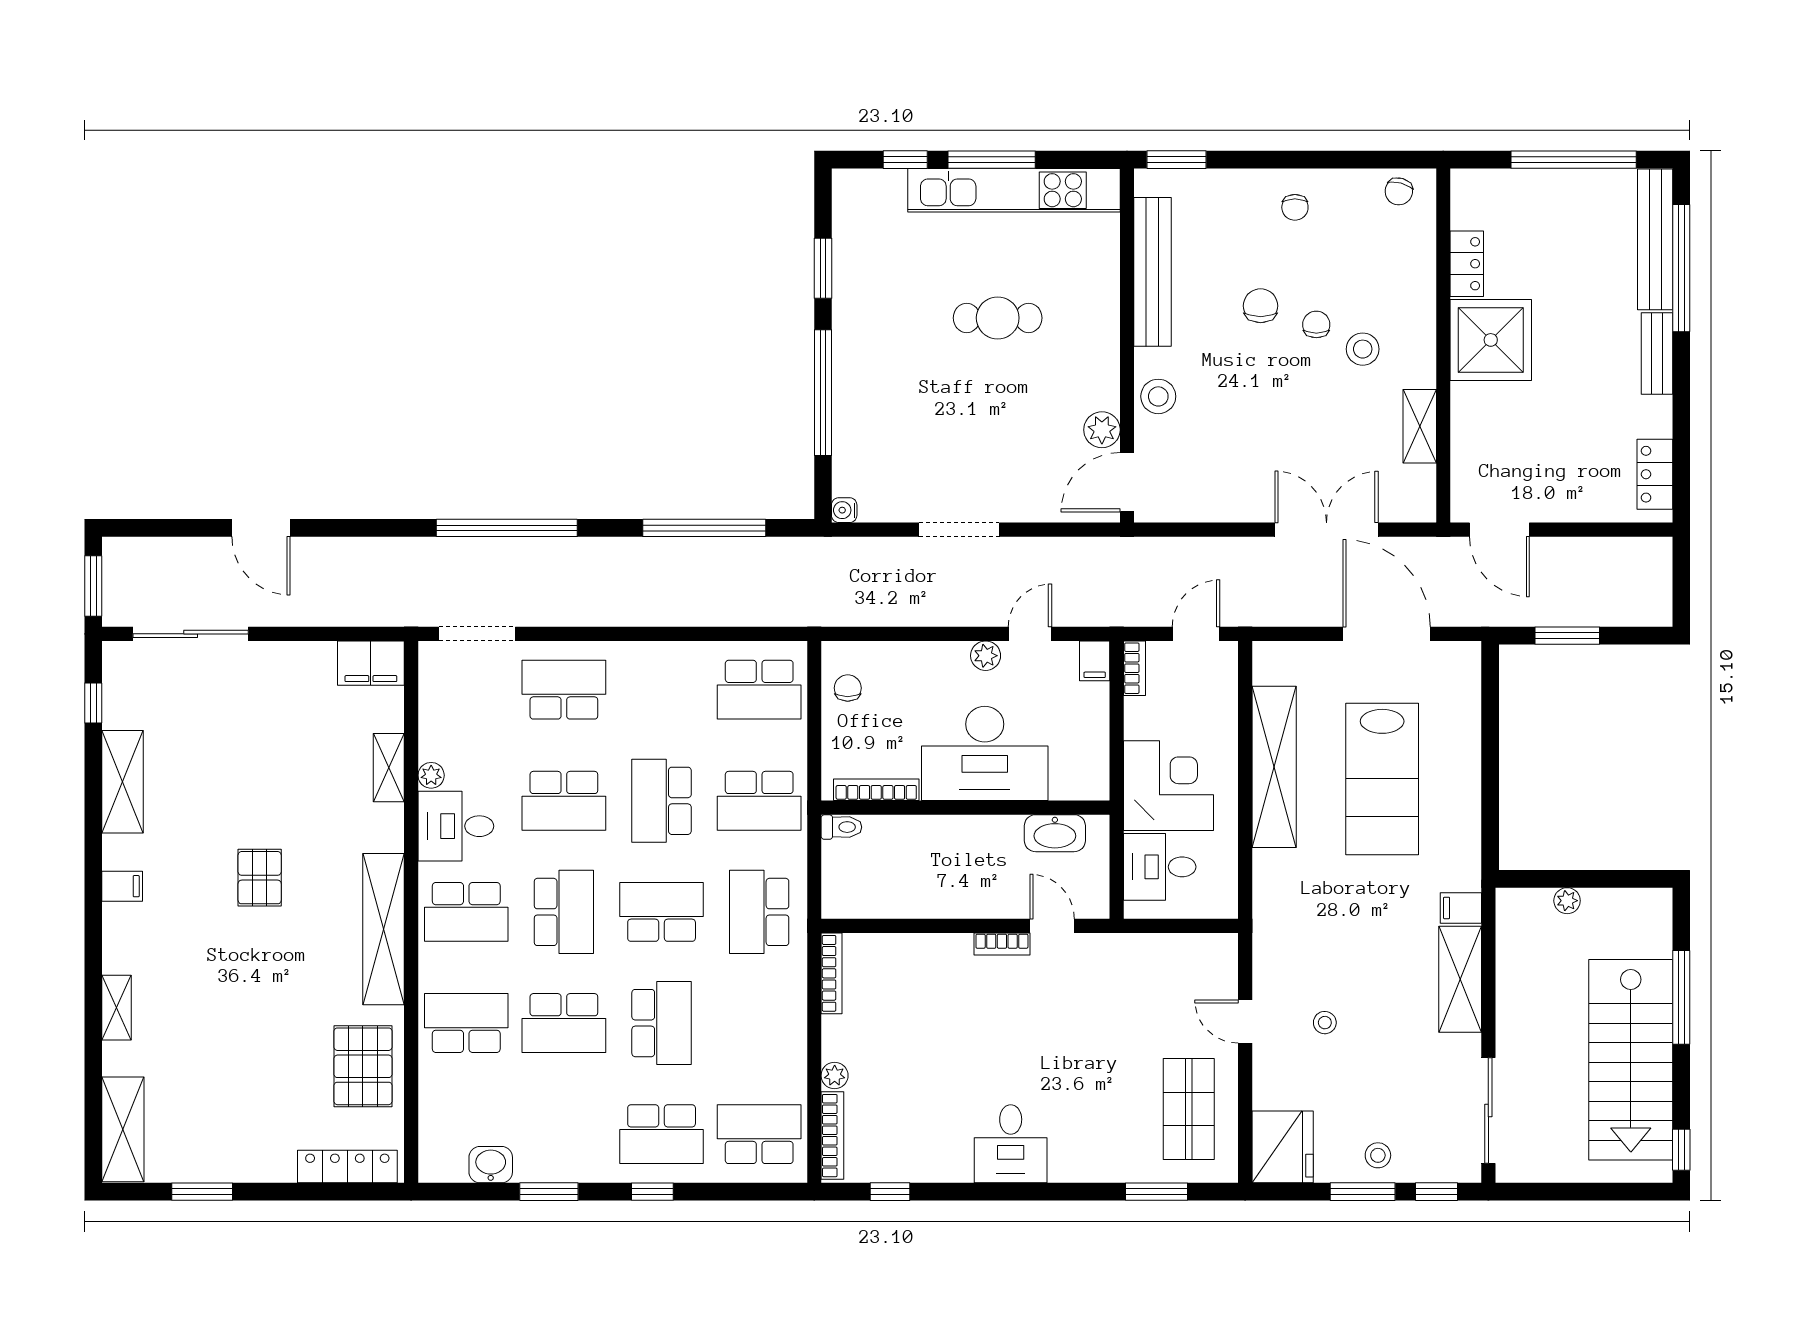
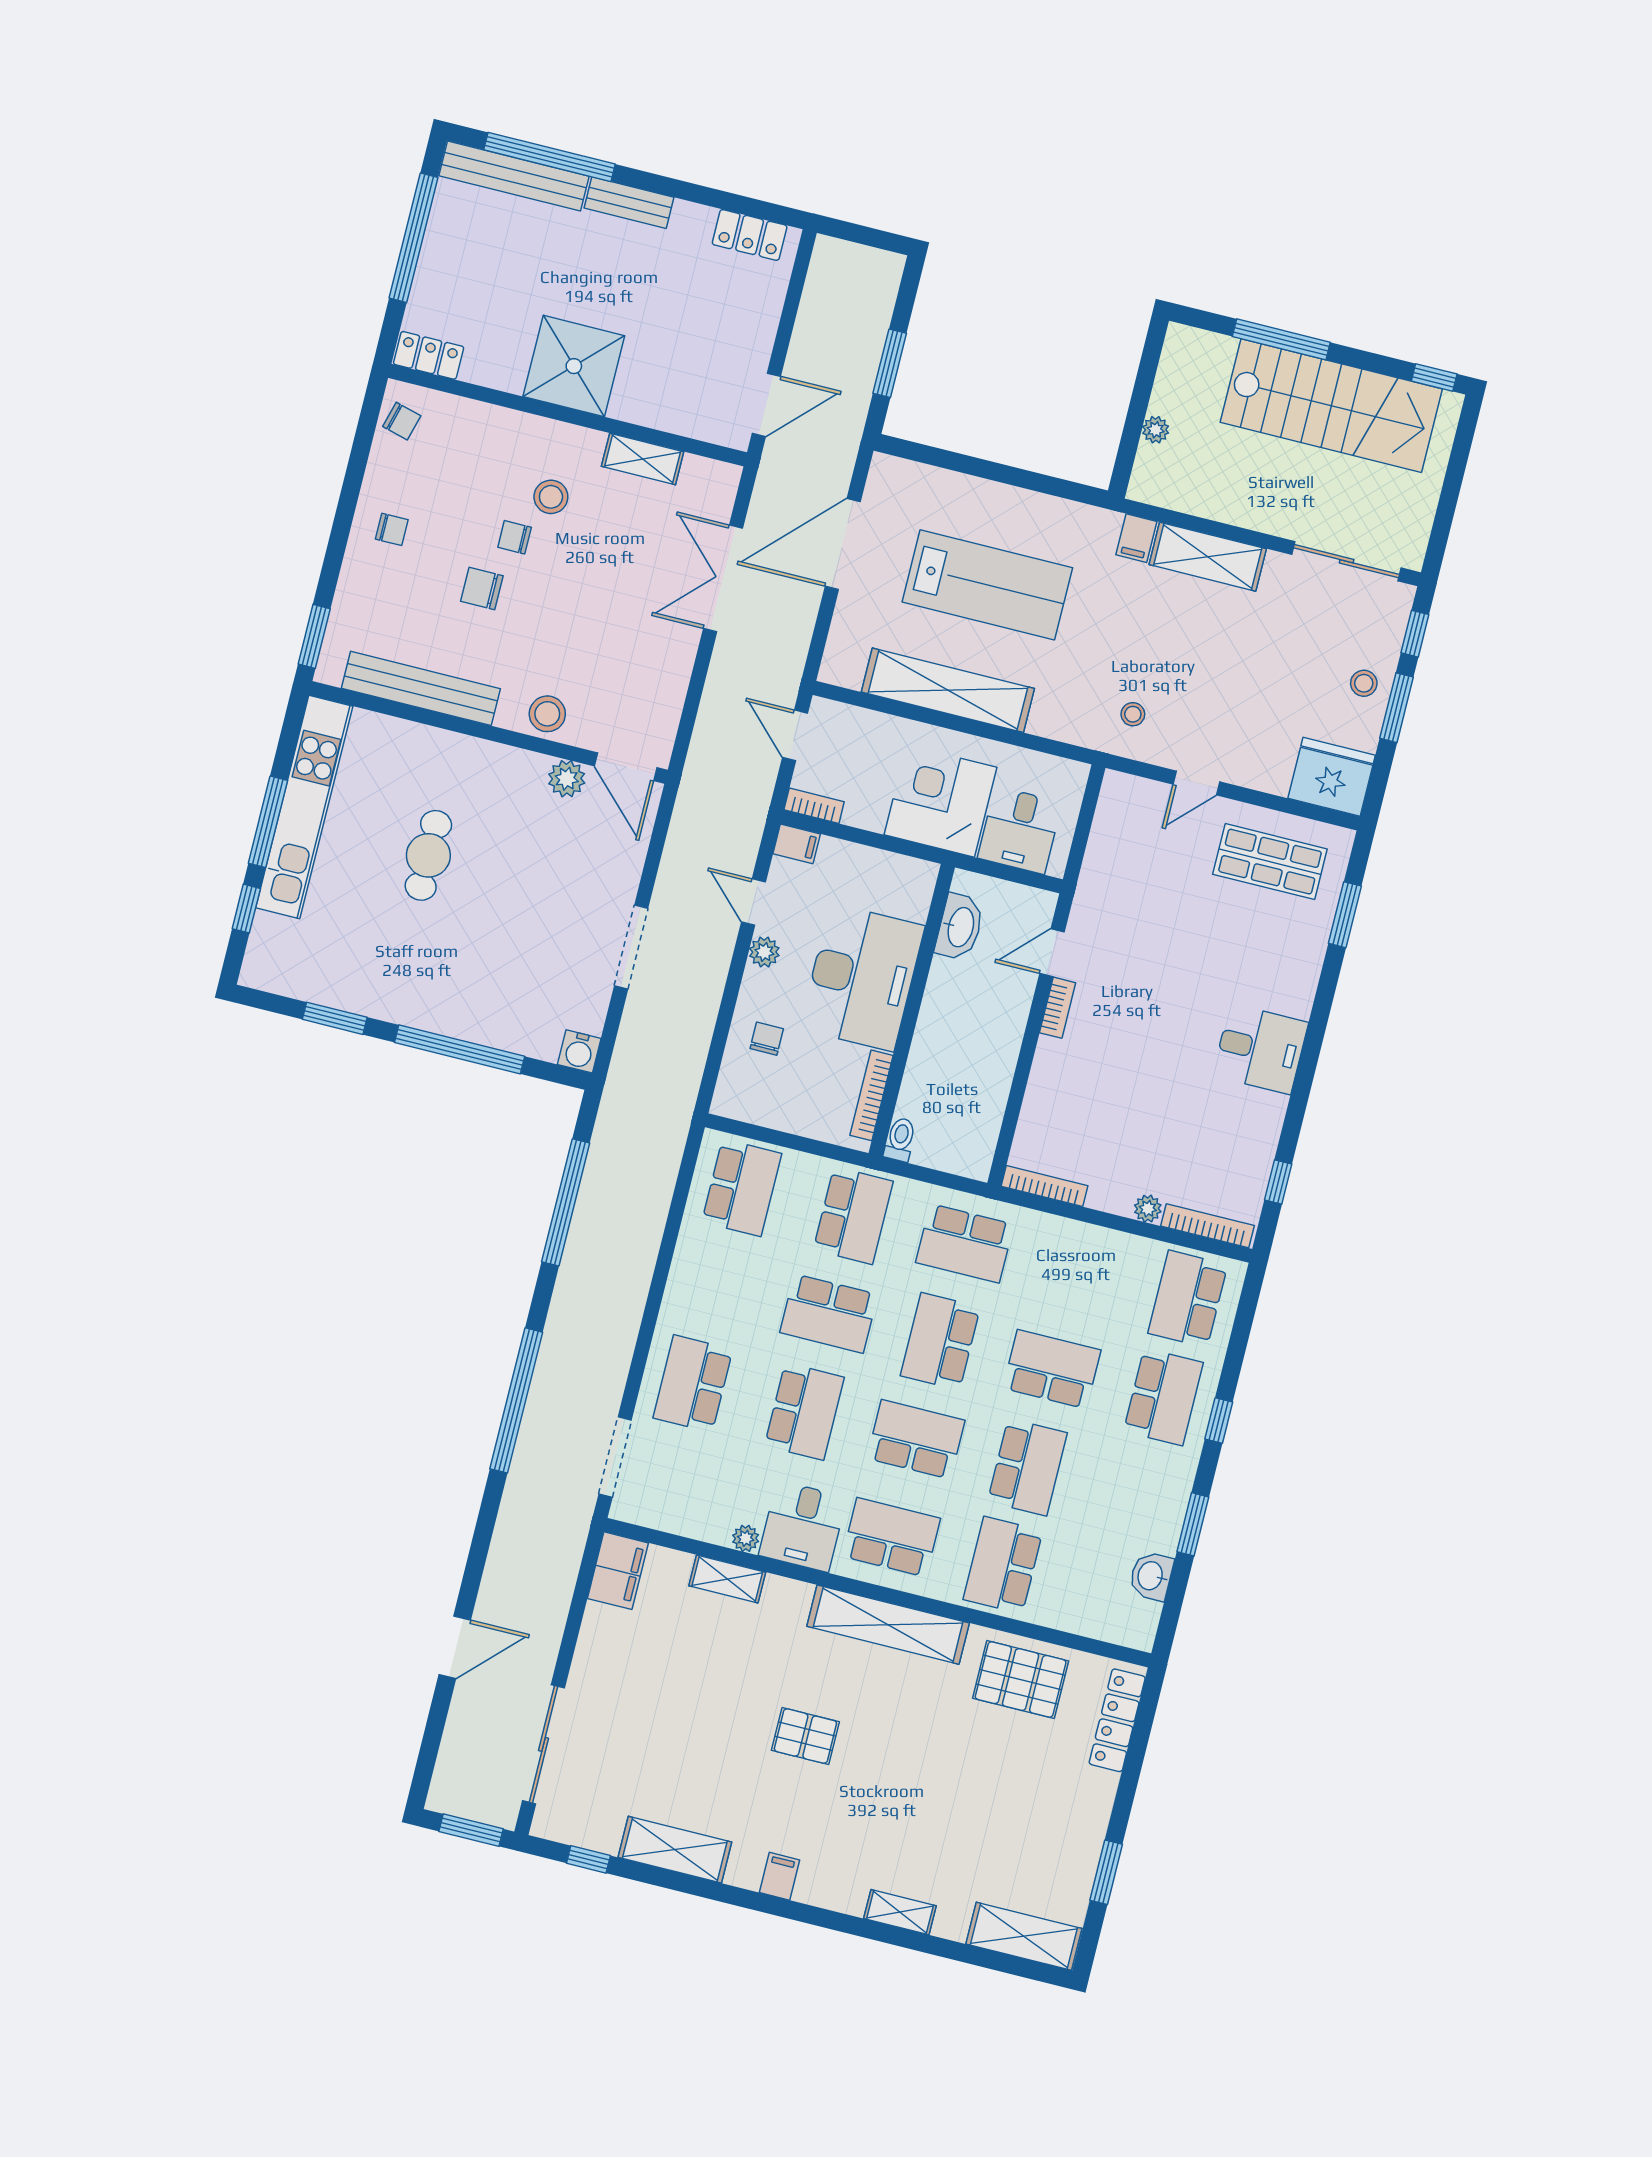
locker: (1467, 264) -> (429, 355), moved
water cooler: (844, 510) -> (579, 1051), width x1.38, depth x1.38
chair: (848, 688) -> (767, 1039), moved, turned 90
school desk: (466, 912) -> (891, 1537), turned -90
stool: (1325, 1023) -> (1133, 714), moved

